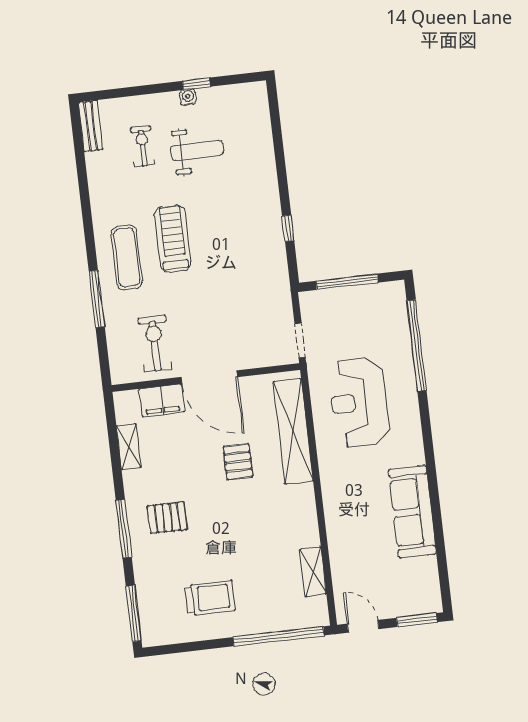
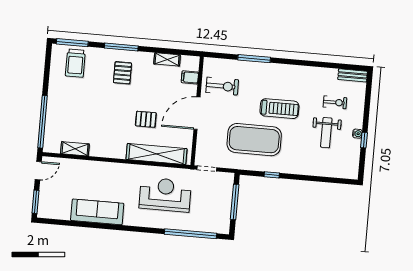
exercise mat: (127, 257) -> (254, 140), moved, width x2.00, depth x1.45
filing cabinet: (162, 400) -> (190, 77), width x0.50
trolley: (210, 598) -> (75, 63), moved

